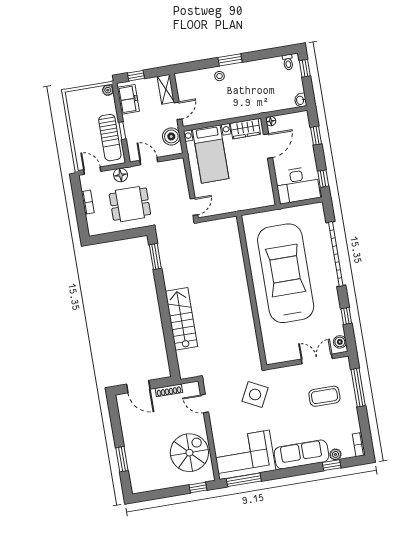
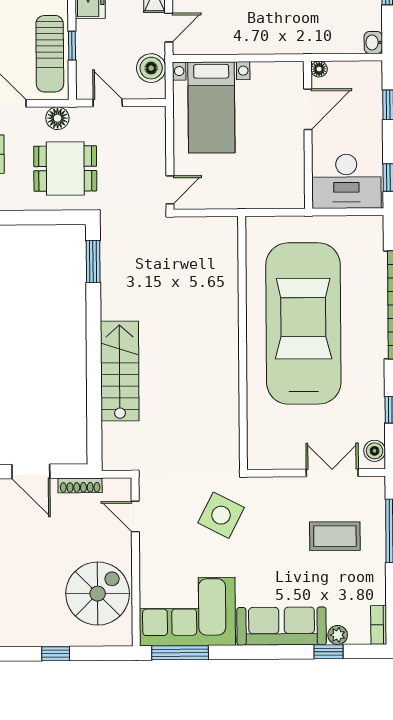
wardrobe: (245, 129) -> (275, 75), removed
window: (198, 488) -> (56, 654), moved

